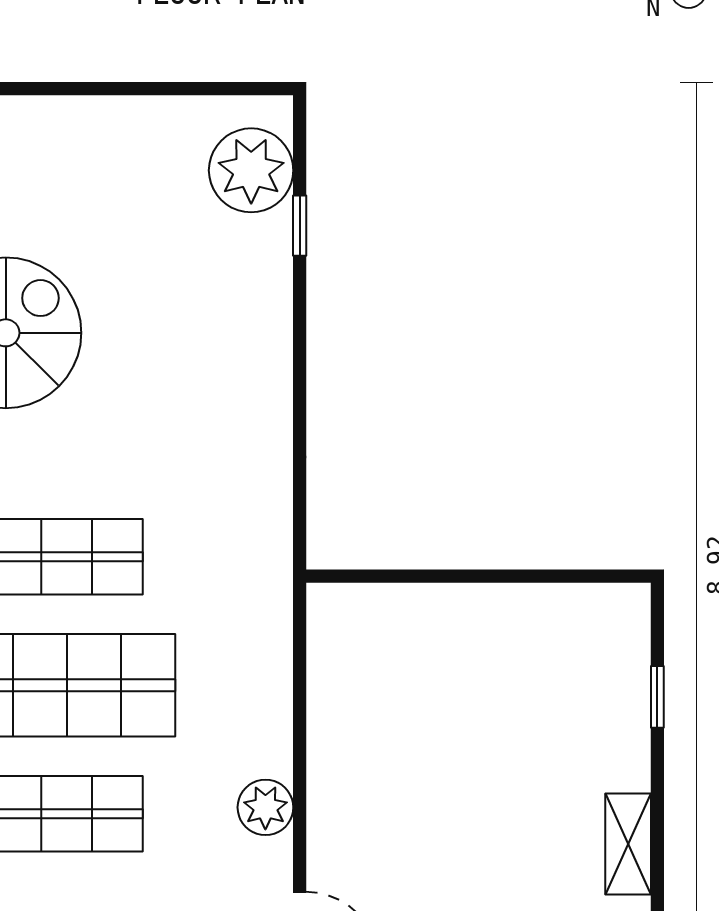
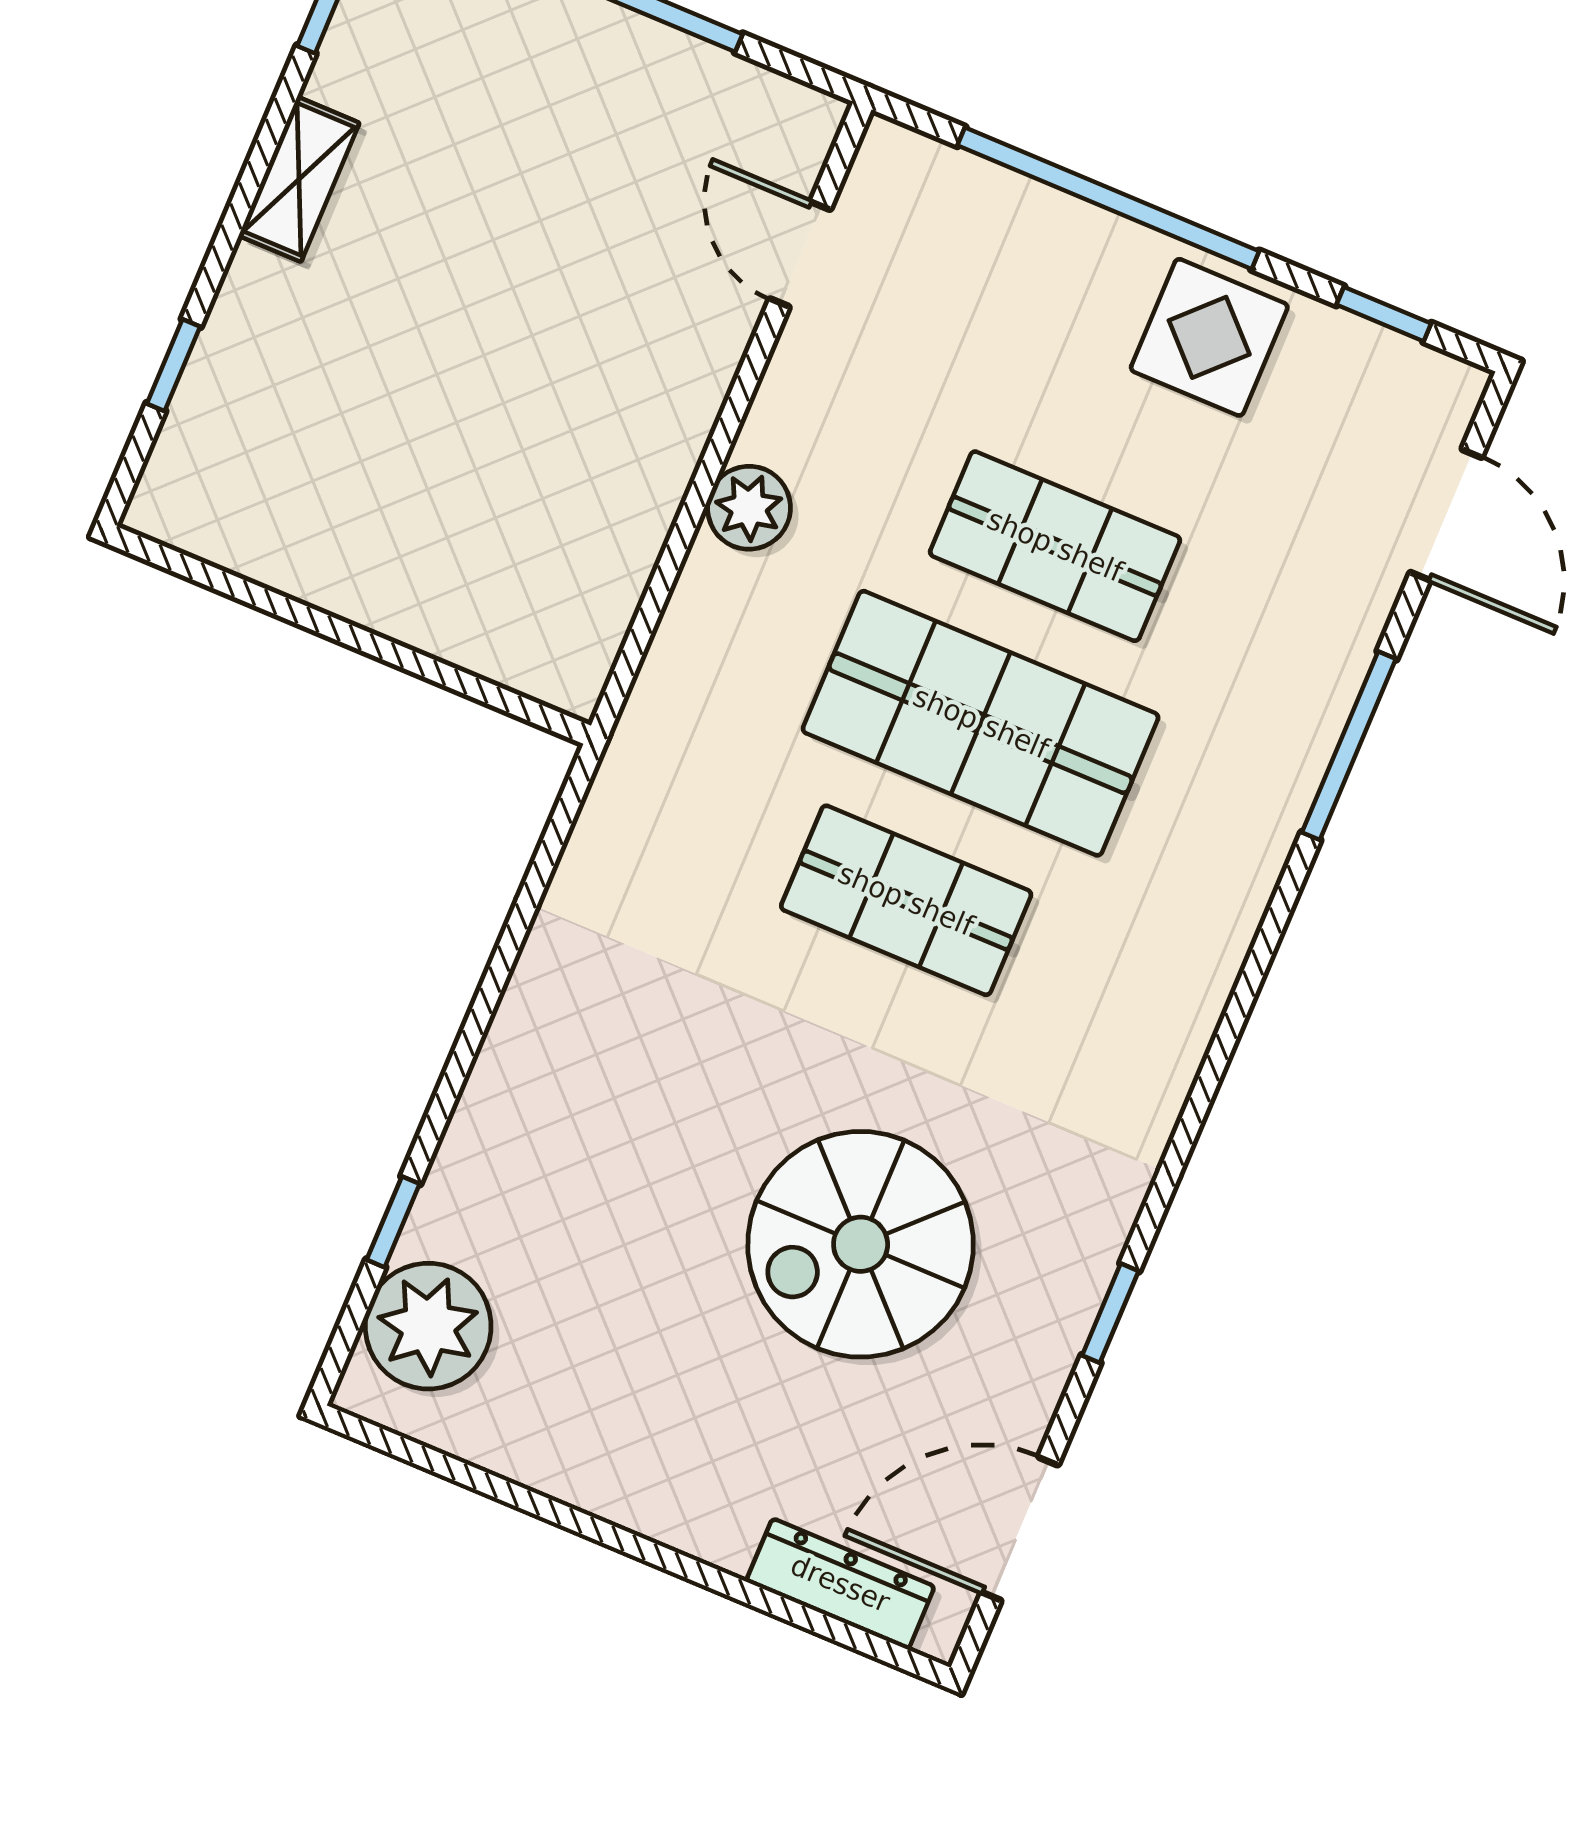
plant: (265, 807) -> (749, 508), moved

